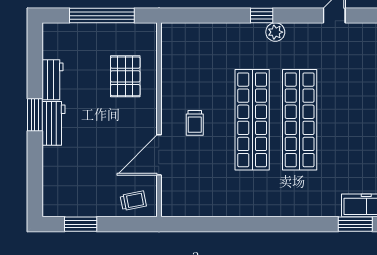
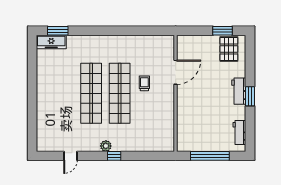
pallet: (125, 76) -> (229, 49), moved
workbench: (53, 80) -> (239, 132), moved
trolley: (195, 123) -> (144, 83), moved
trolley: (133, 201) -> (191, 45), removed

